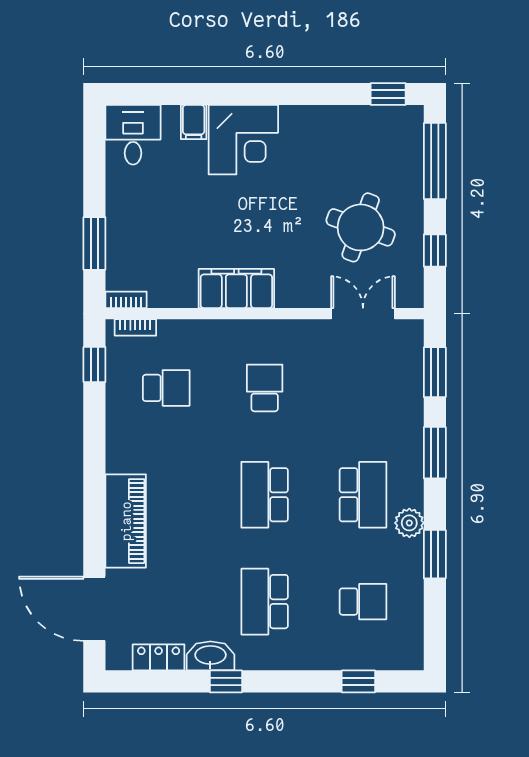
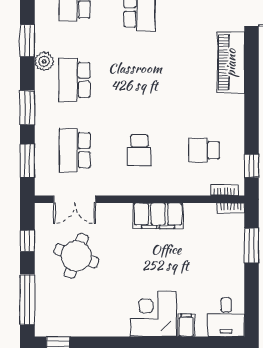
school desk: (265, 495) -> (75, 150), moved, turned 180

